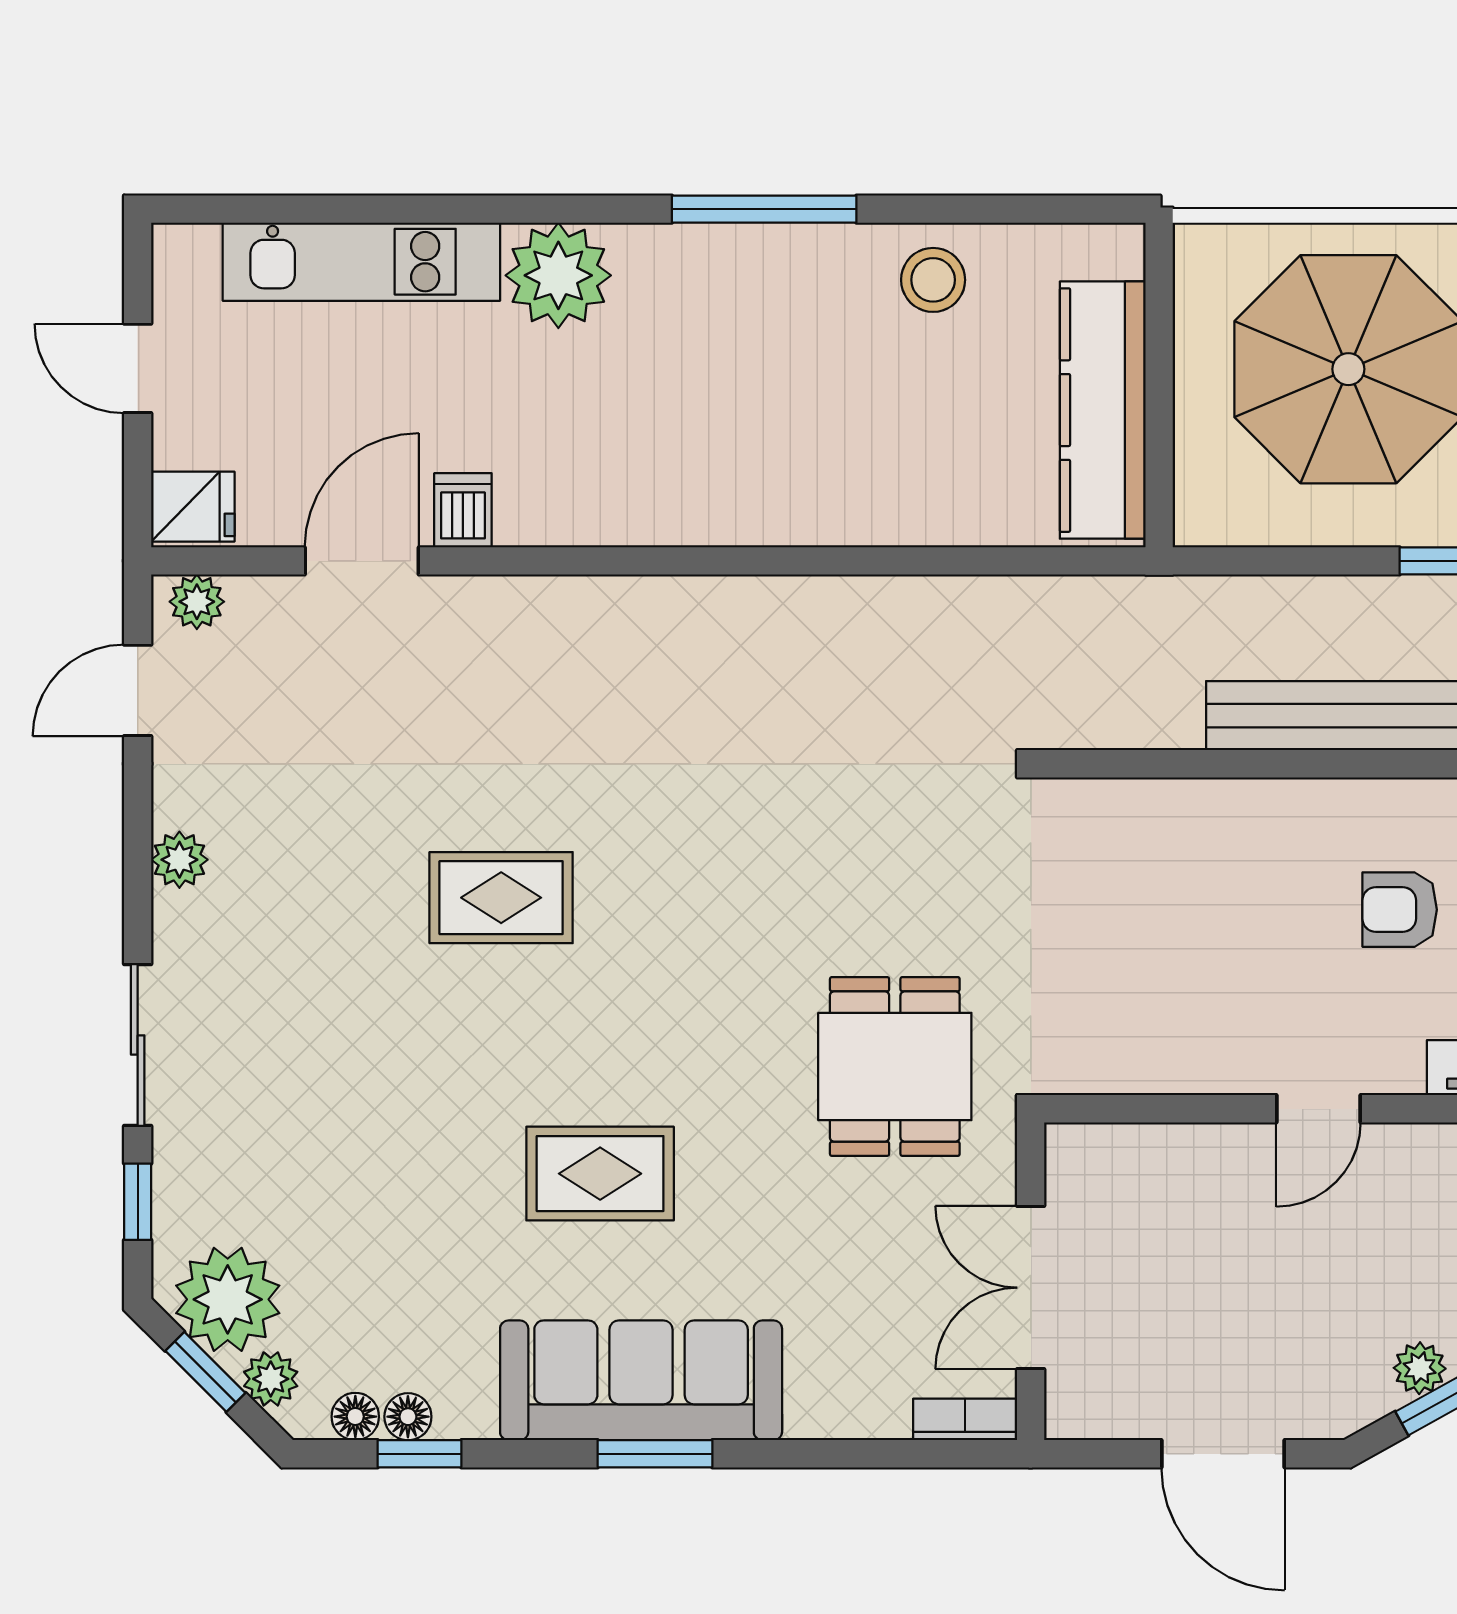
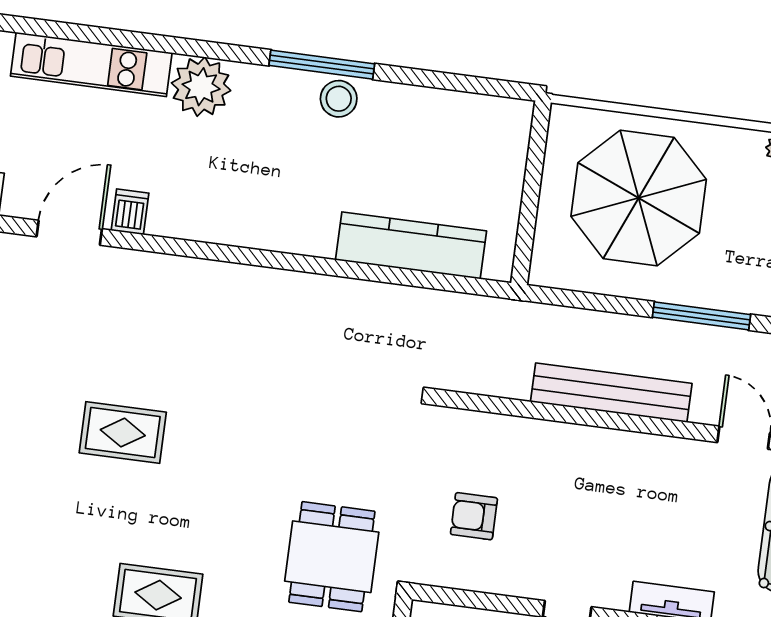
stool: (933, 280) -> (339, 99), moved
kitchen counter: (1103, 410) -> (411, 245), moved, turned 90
armchair: (1400, 910) -> (474, 516), moved

